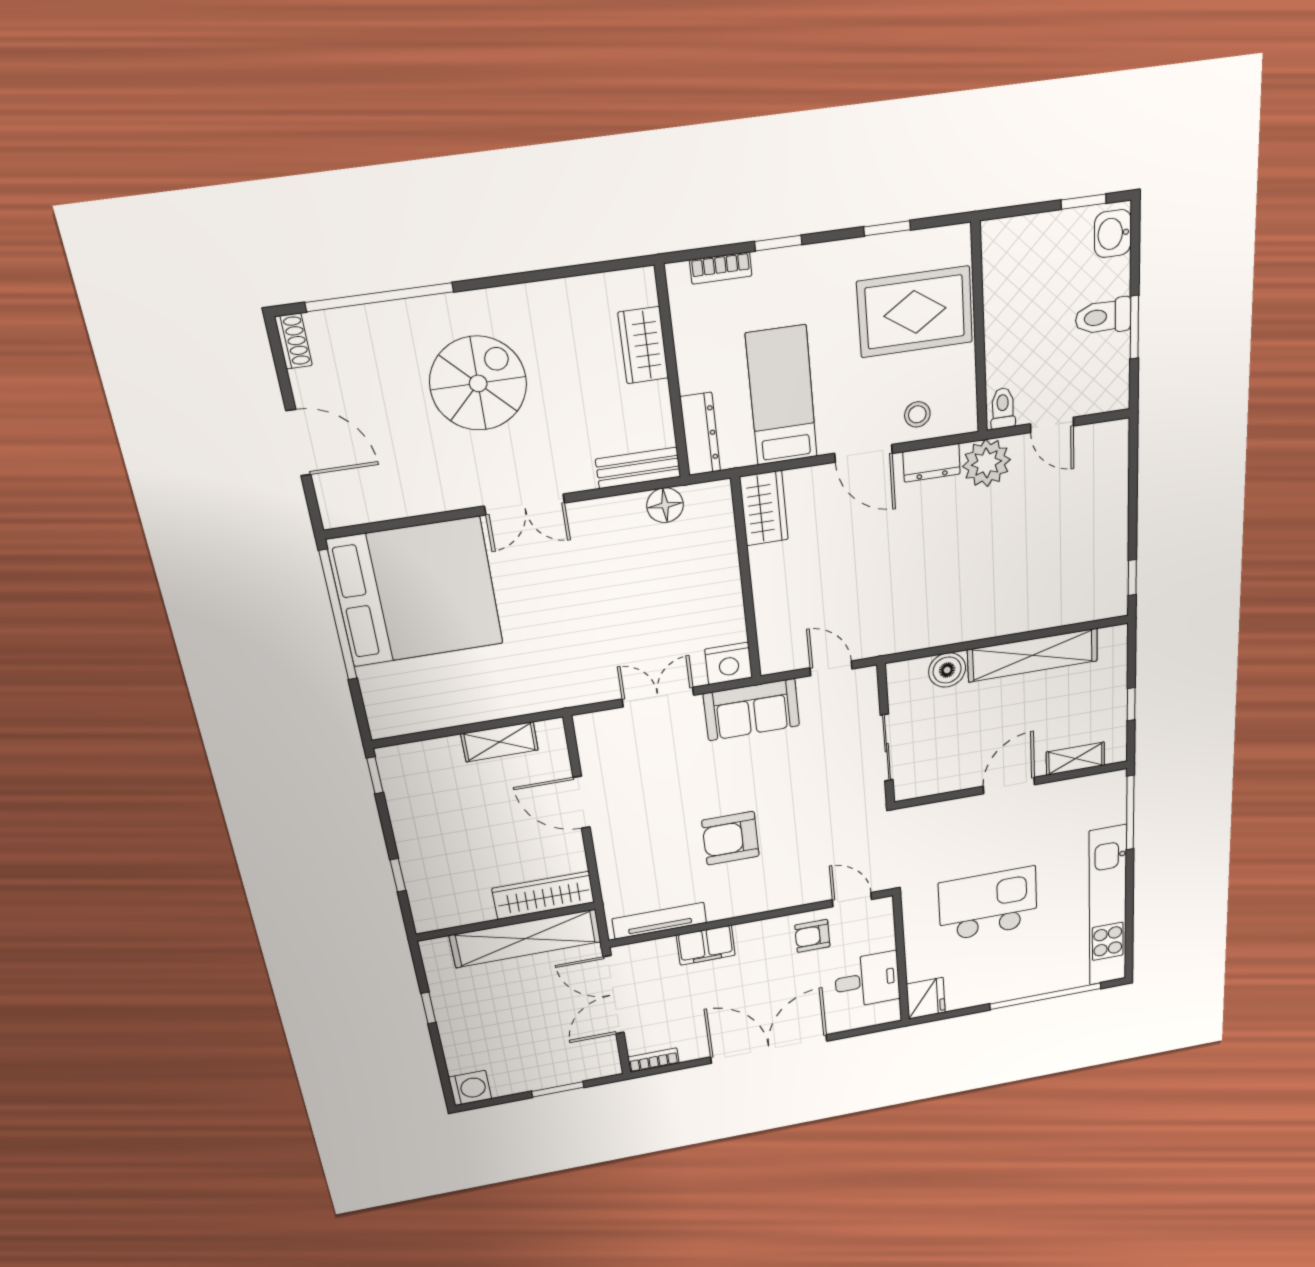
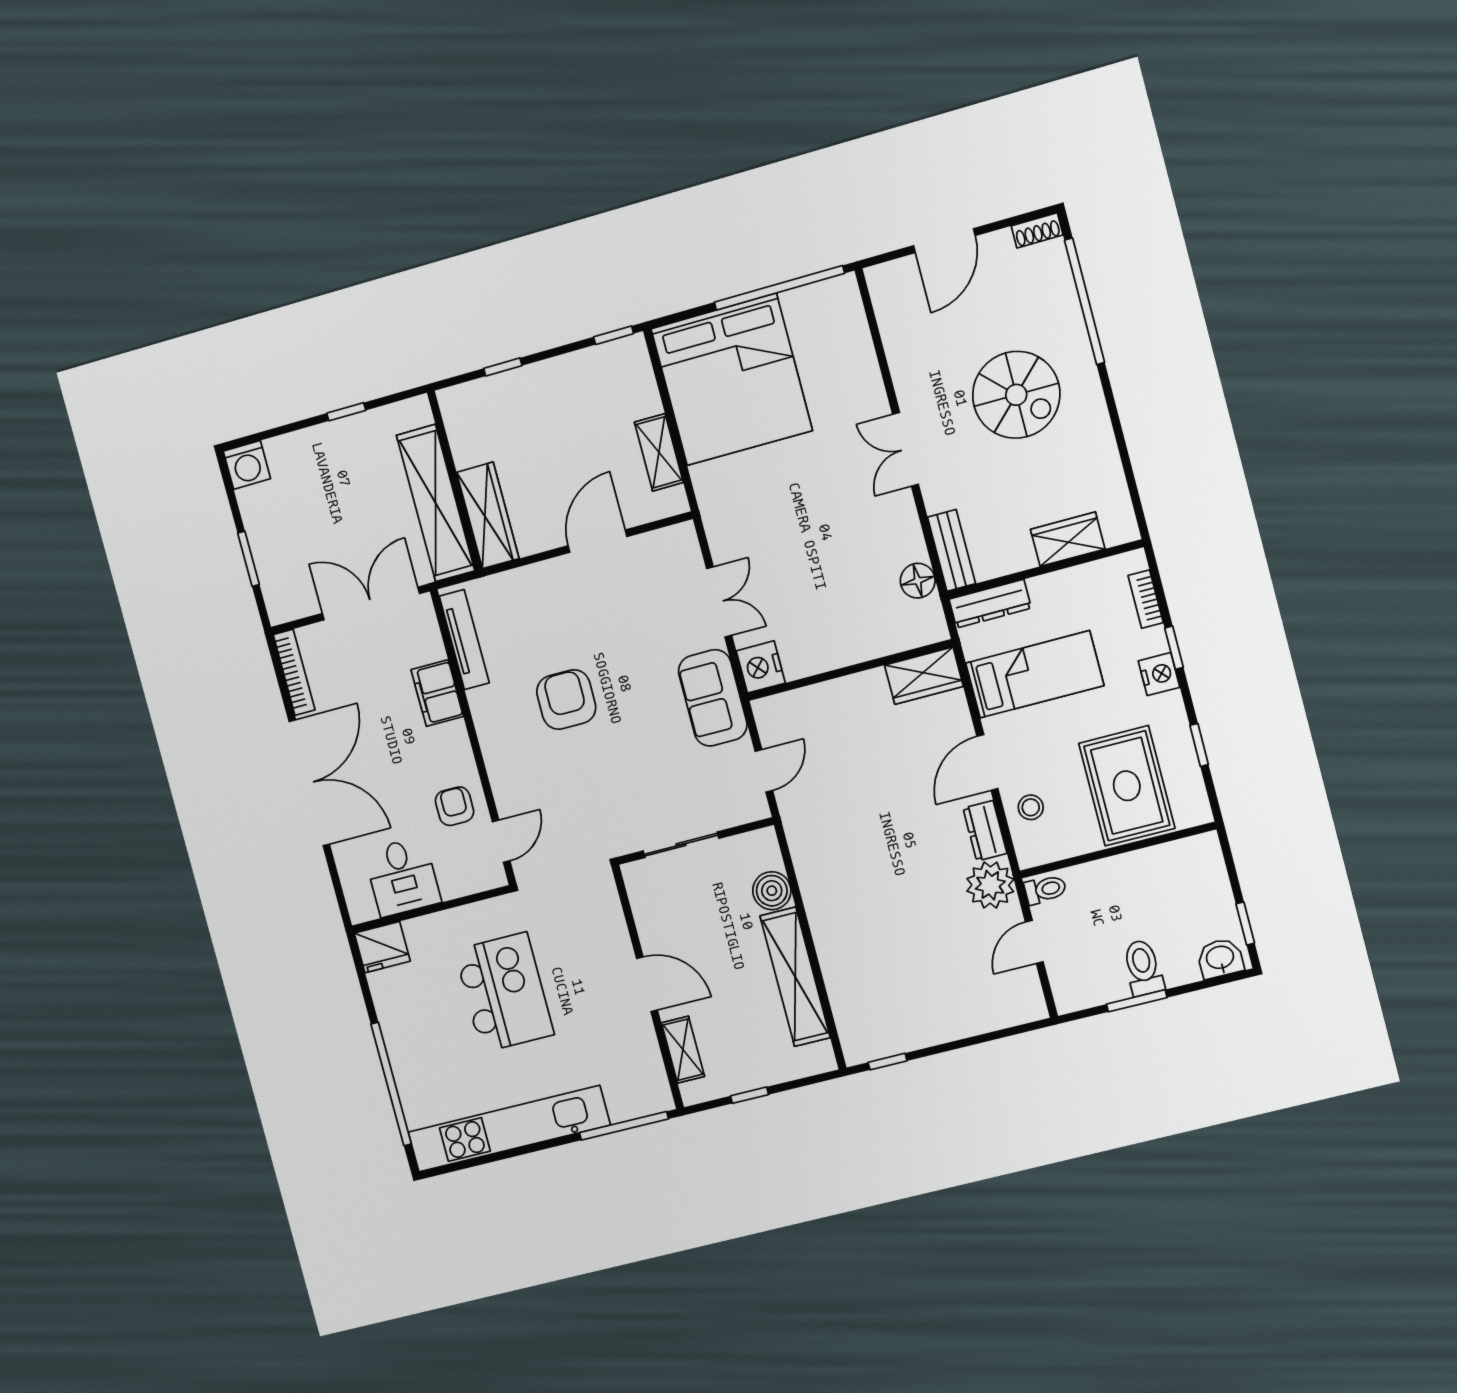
nightstand: (804, 263) -> (1159, 674), added
bed: (416, 592) -> (732, 380), moved
bookcase: (653, 1060) -> (294, 672), width x1.56

